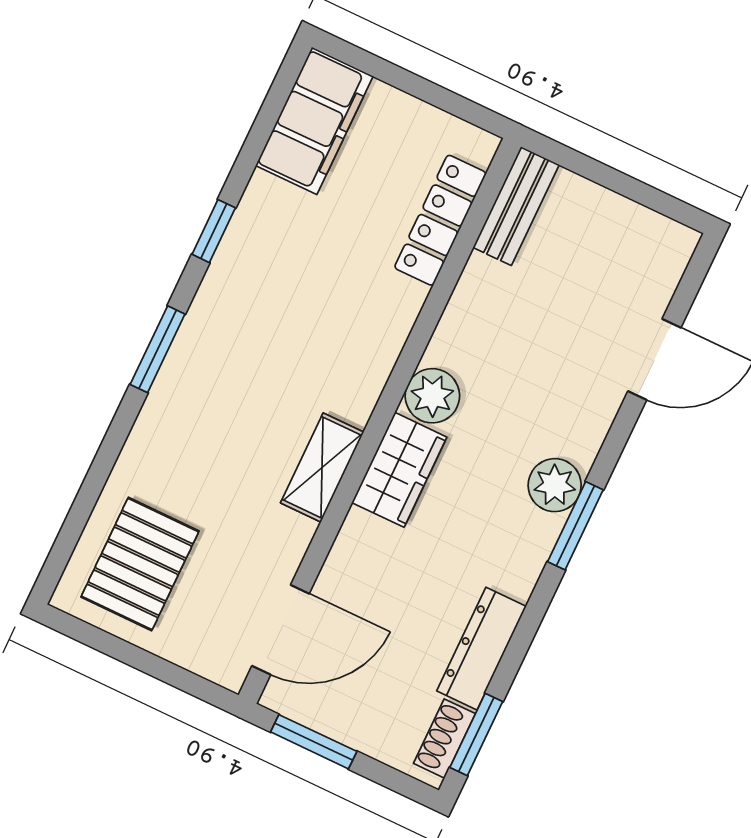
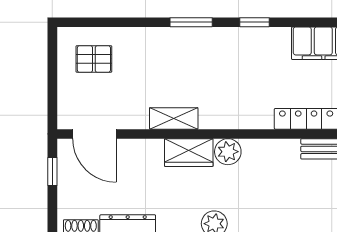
pallet: (140, 564) -> (94, 59), width x0.67, depth x0.71
window: (314, 742) -> (52, 172), width x0.67

